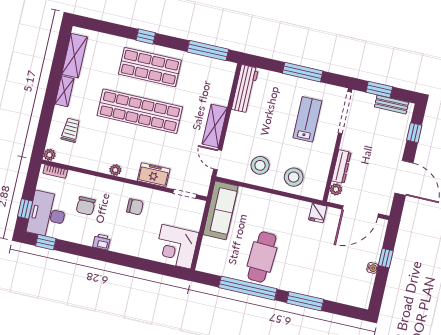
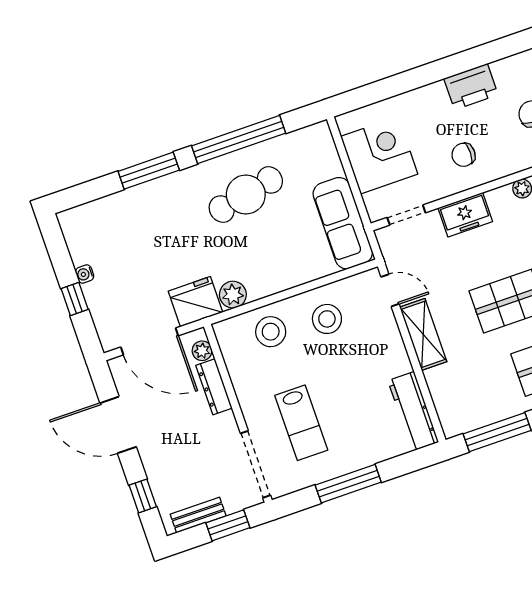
plant: (301, 209) -> (233, 295), added
door: (360, 211) -> (150, 341), swing flipped
fridge: (318, 213) -> (195, 302), width x1.88, depth x1.34
printer: (102, 242) -> (471, 87), width x1.87, depth x1.48
corner desk: (176, 247) -> (379, 155), moved
cafe table: (262, 257) -> (246, 195), turned 75

